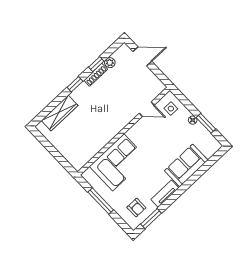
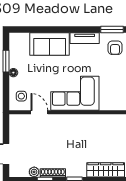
corner sofa: (118, 162) -> (75, 93), moved
armchair: (136, 208) -> (115, 48), turned 180

